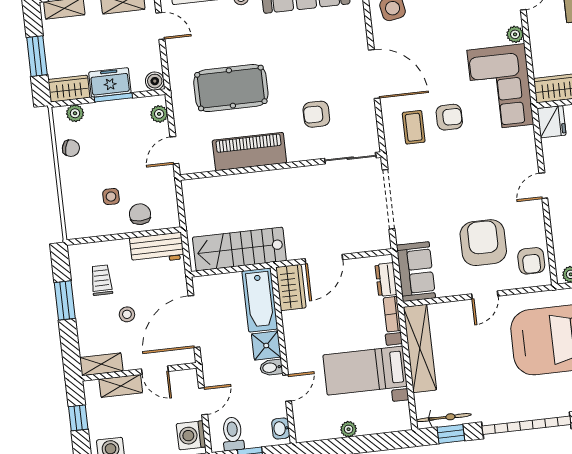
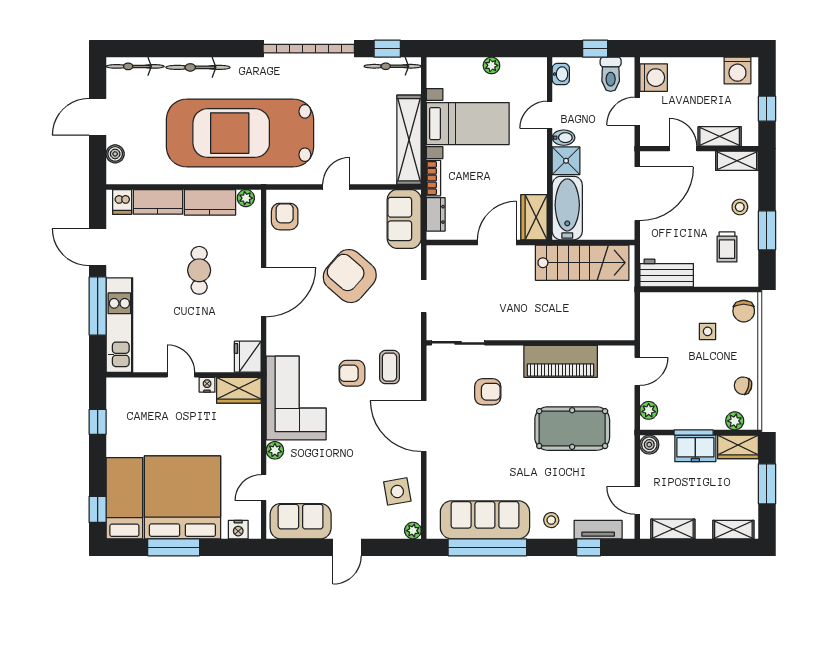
door: (543, 186) -> (264, 292), width x1.87
doorway: (388, 199) -> (424, 296), width x0.53
chair: (140, 214) -> (744, 311), moved
armchair: (483, 243) -> (350, 276), moved, turned 131
stool: (127, 314) -> (740, 207), moved

